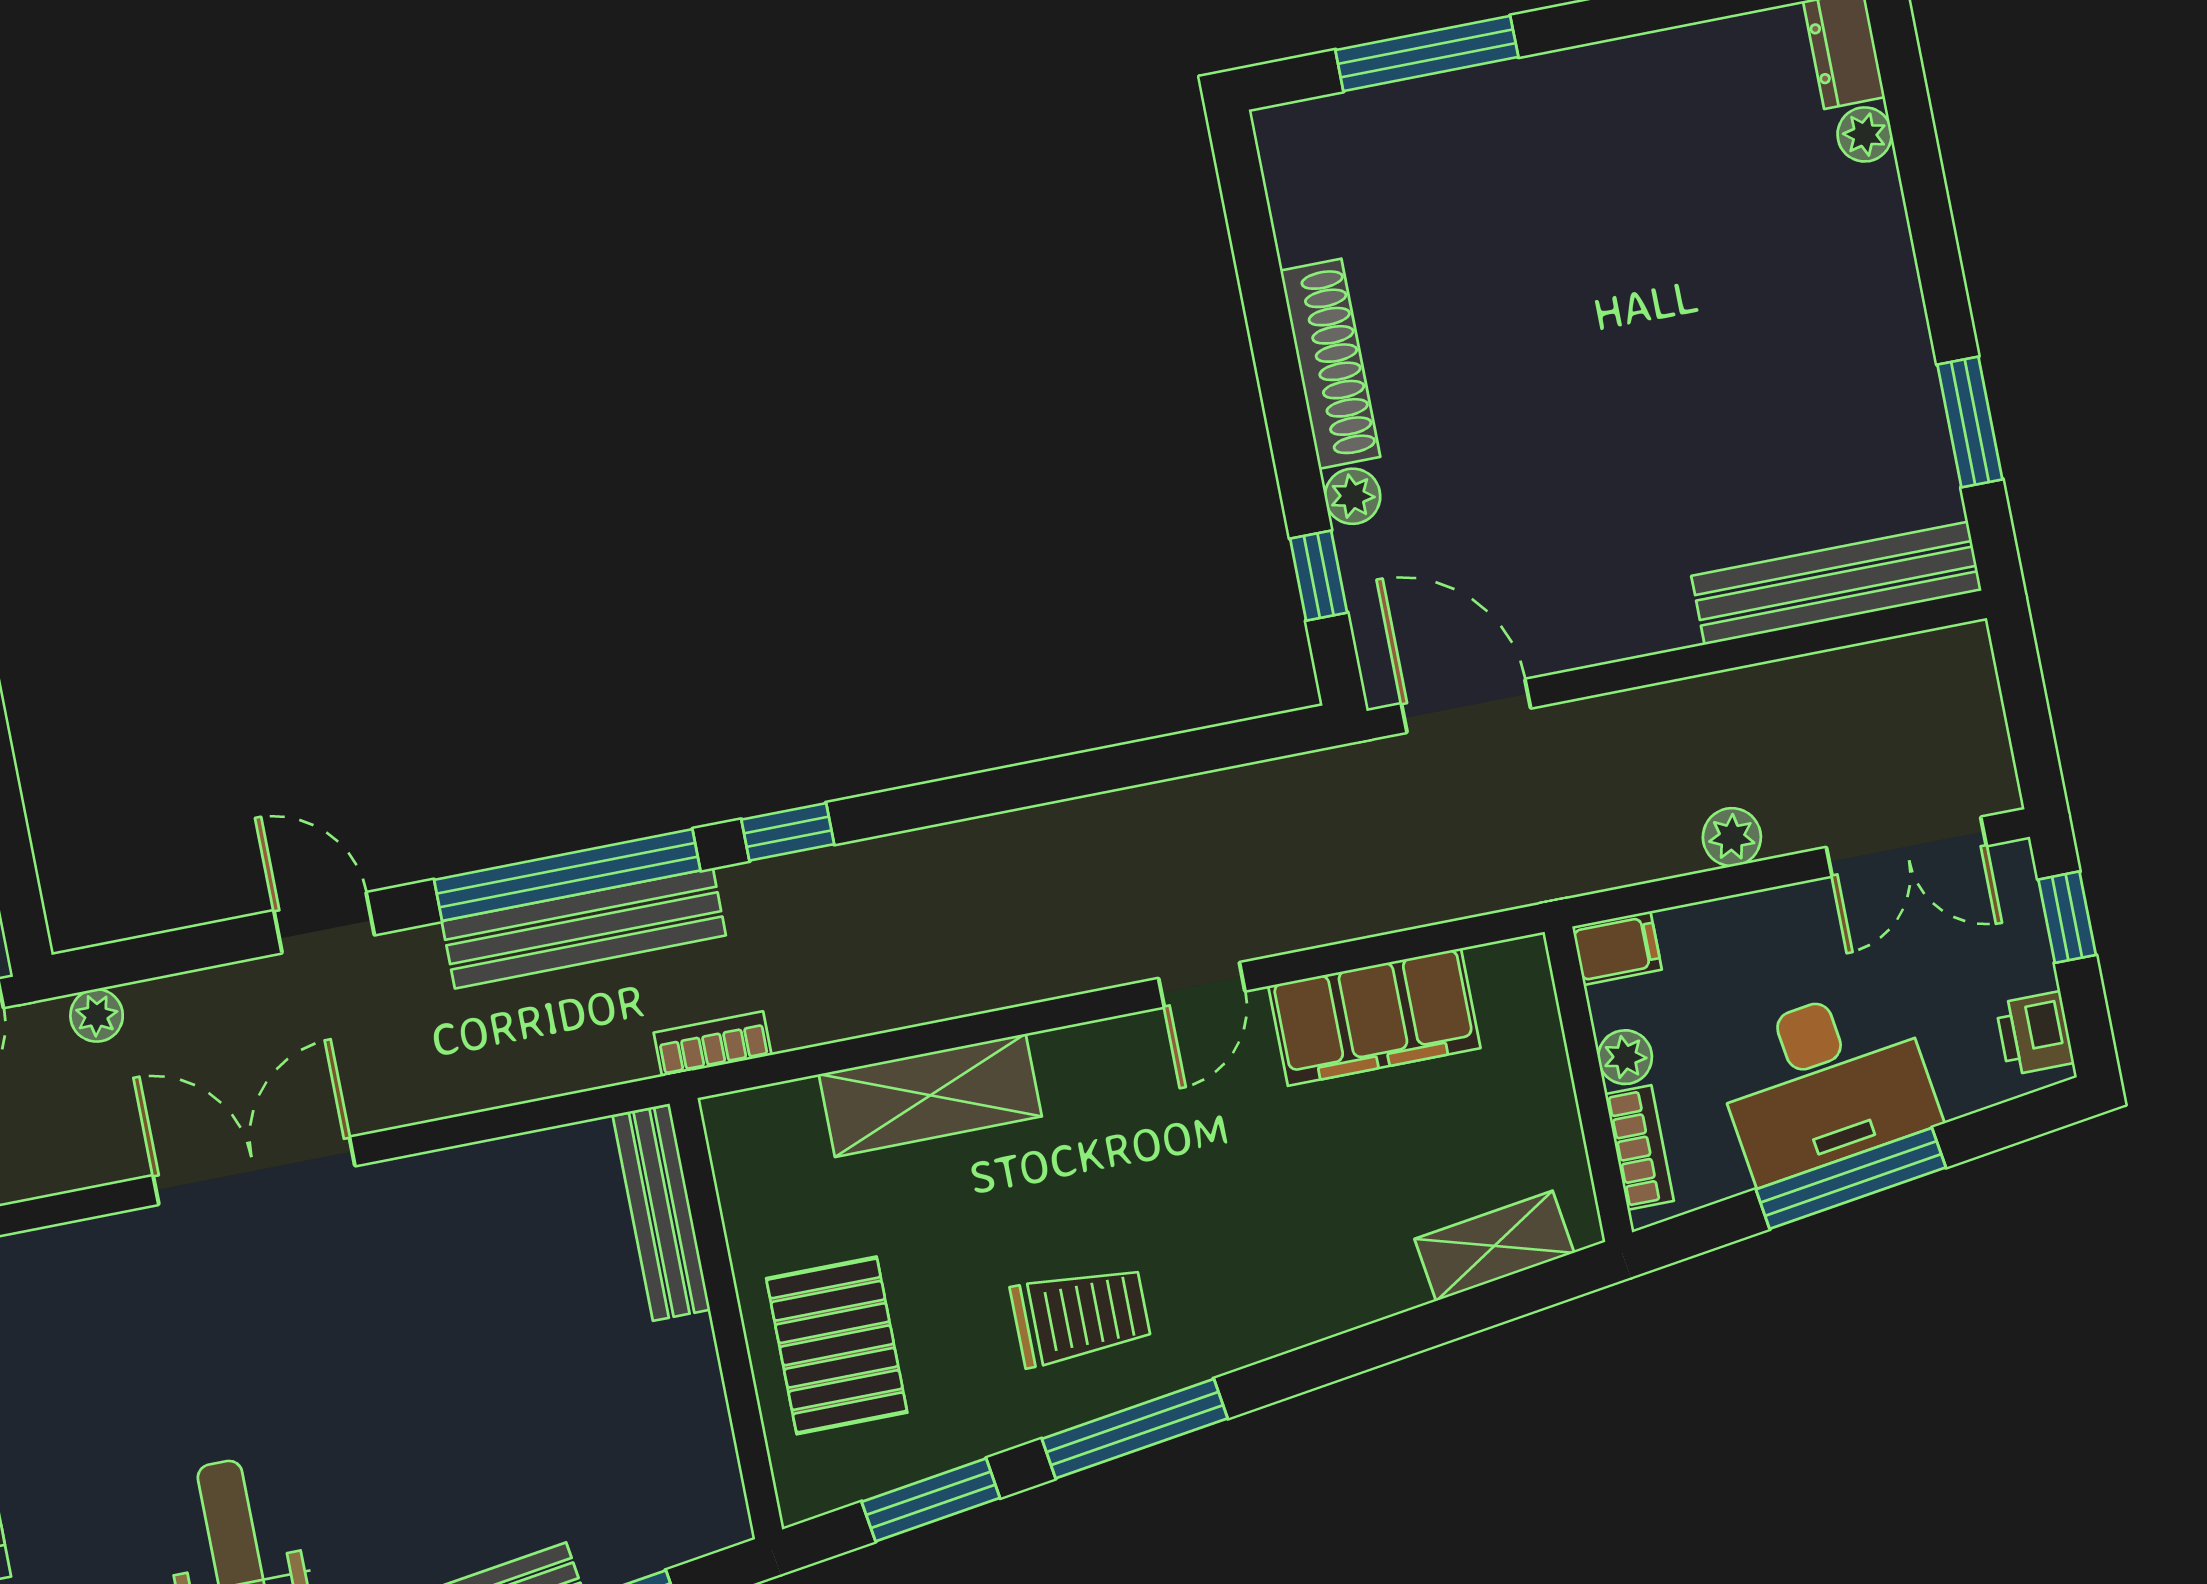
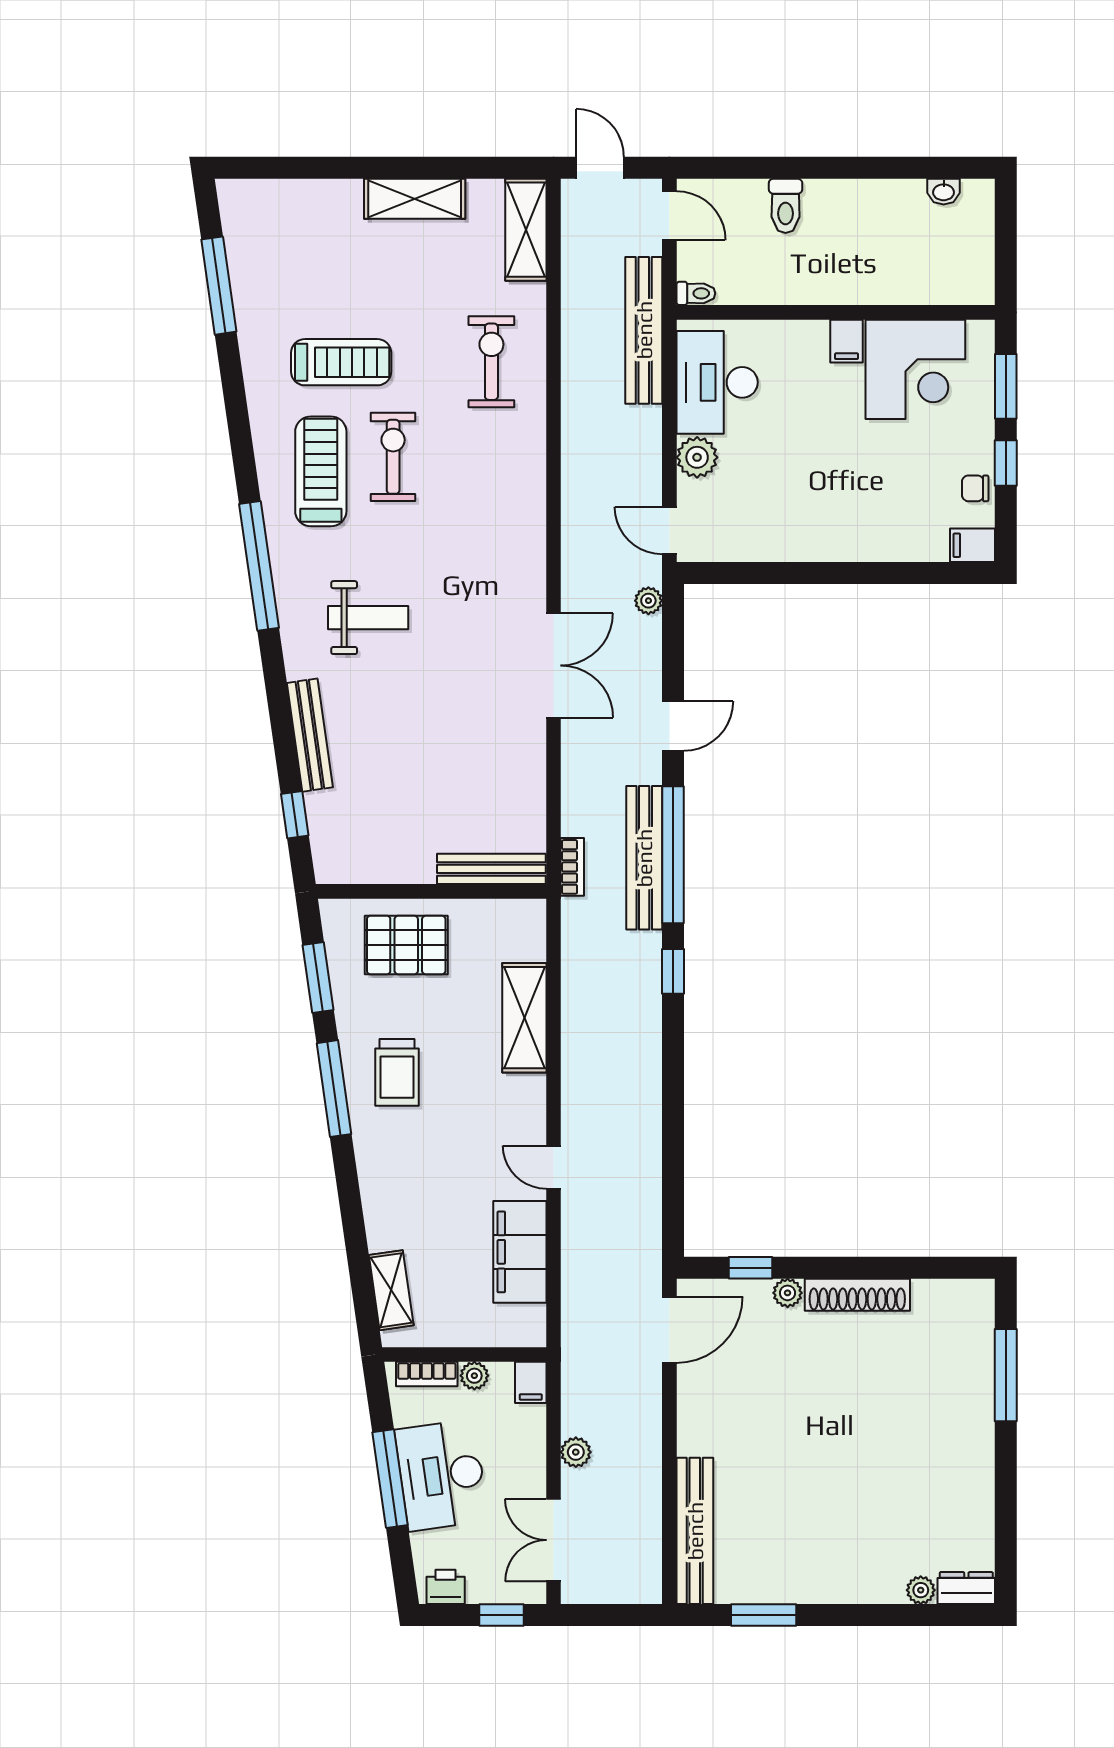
bookcase: (713, 1044) -> (572, 867), moved

